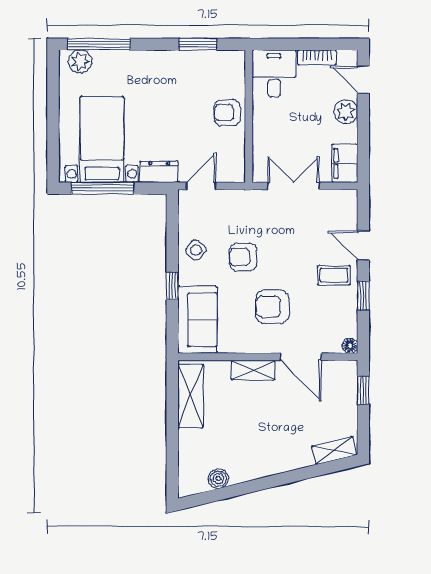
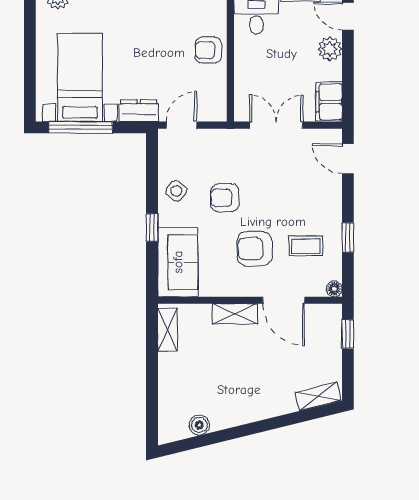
door: (363, 245) -> (348, 159), moved
coffee table: (334, 275) -> (306, 246), moved
shelving: (191, 396) -> (168, 330), width x0.67, depth x0.75

